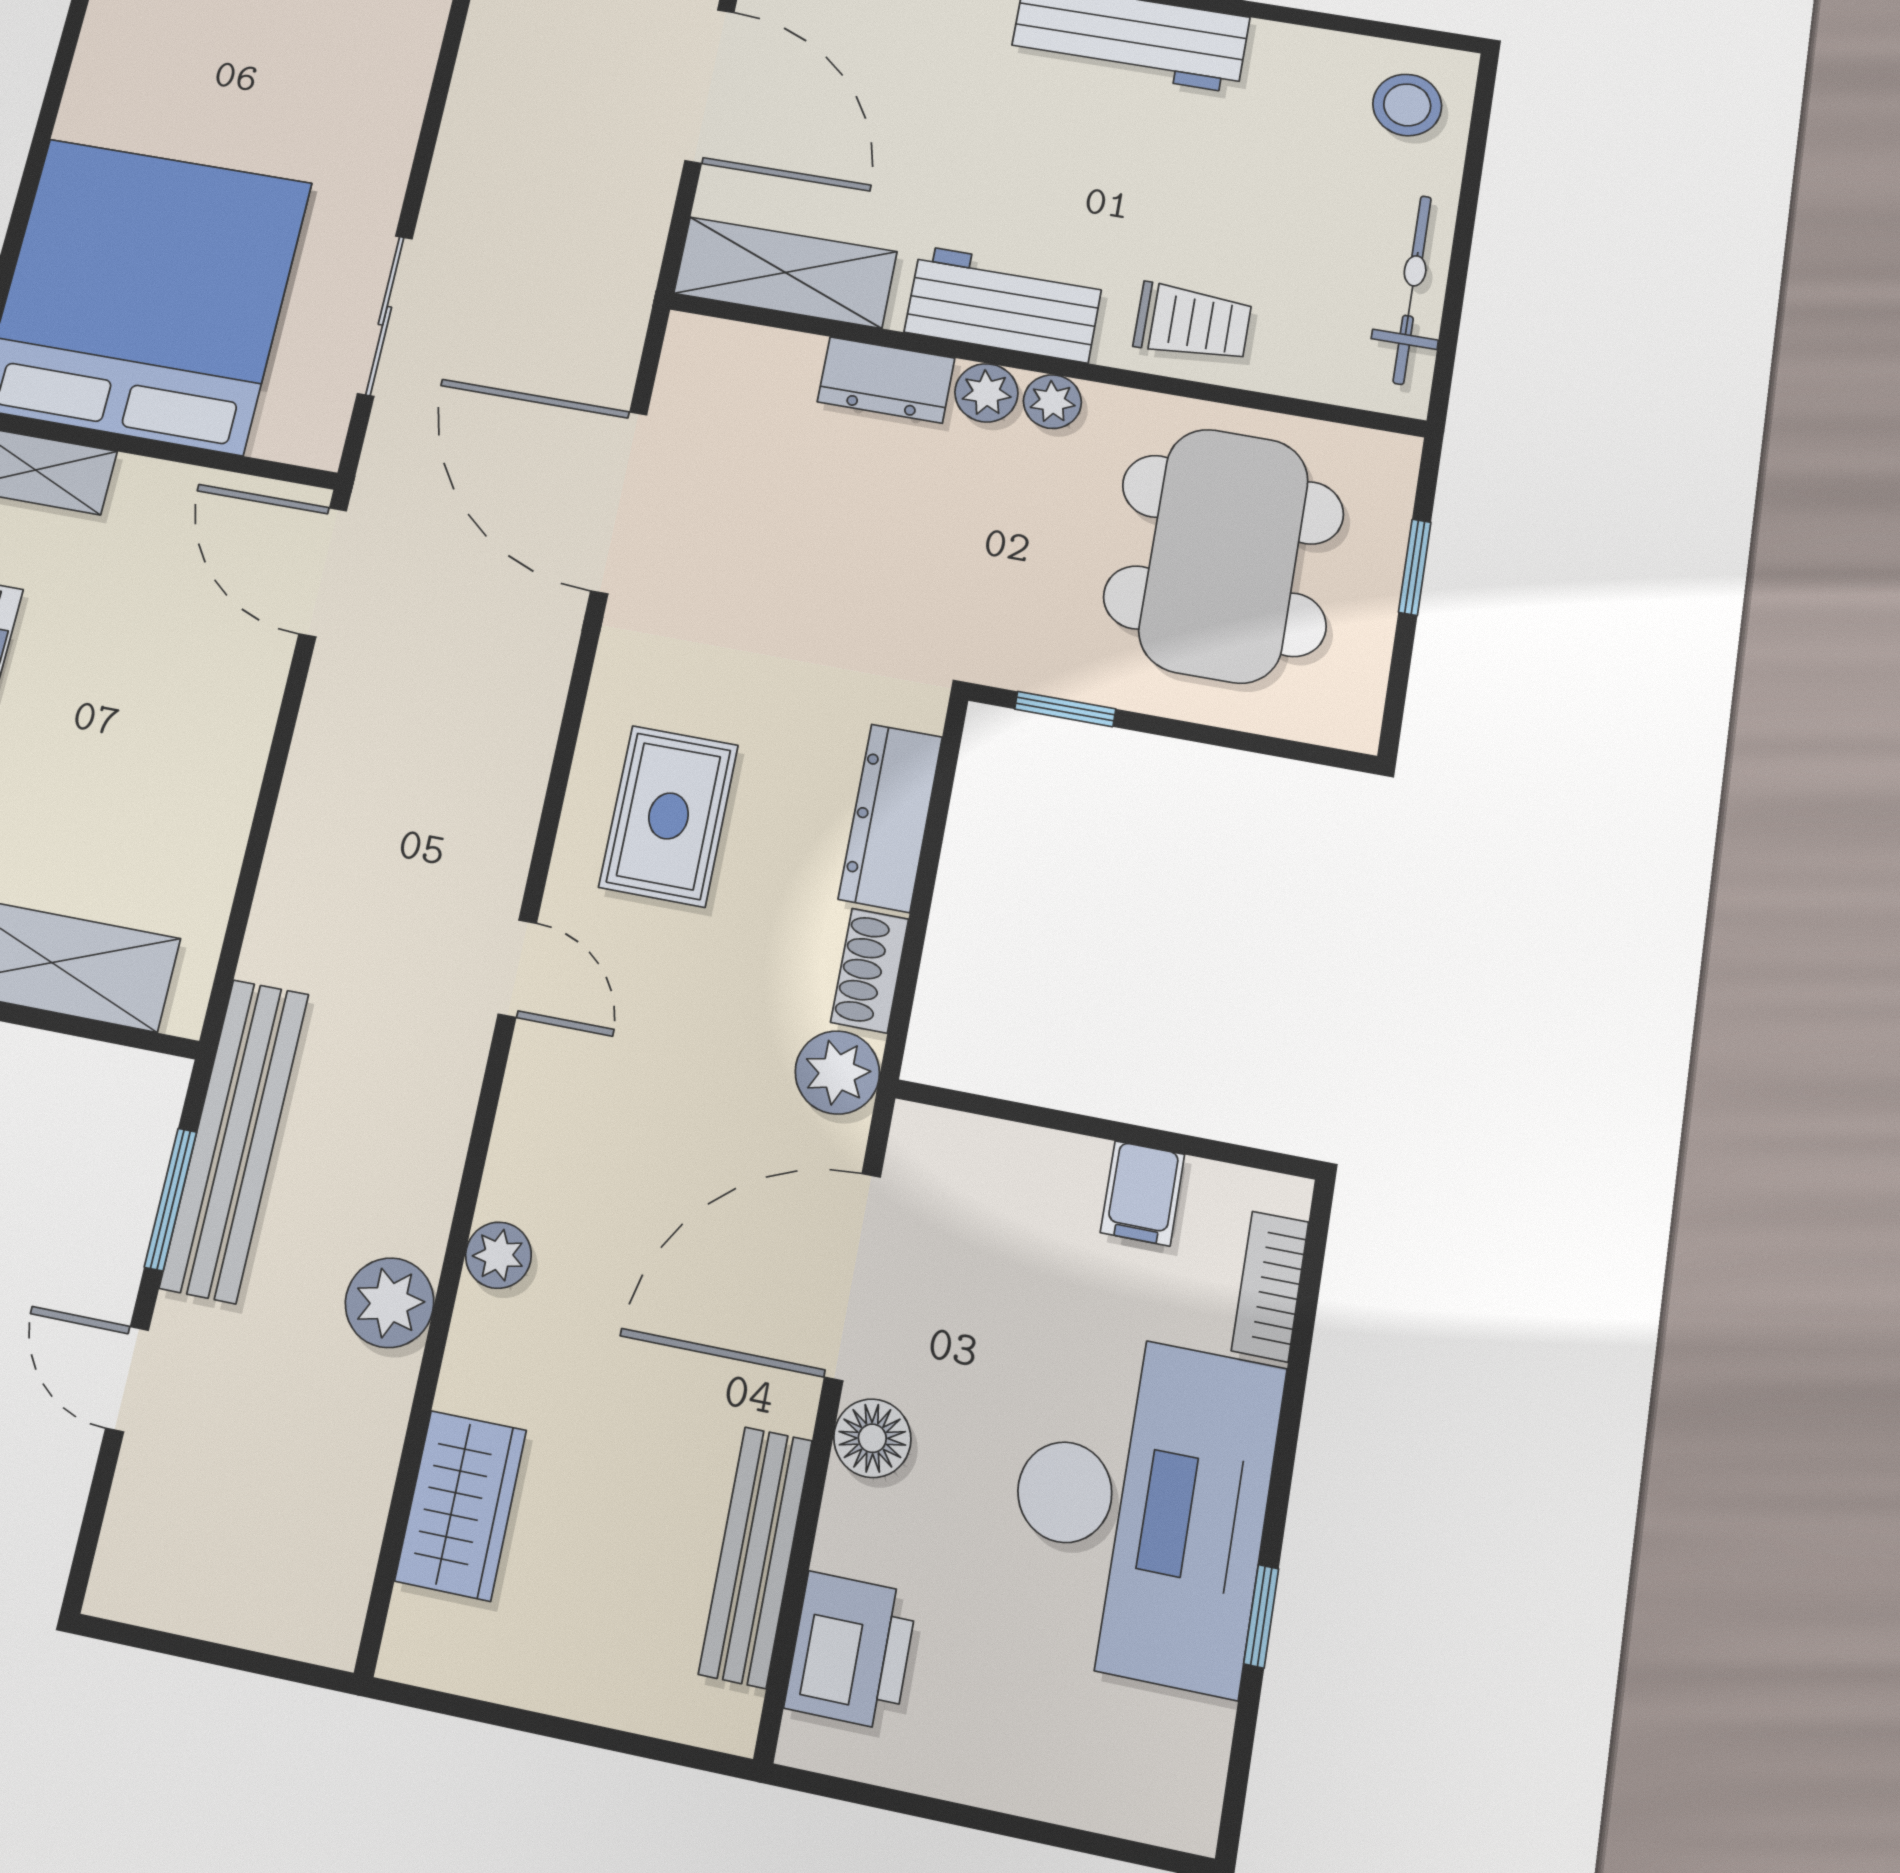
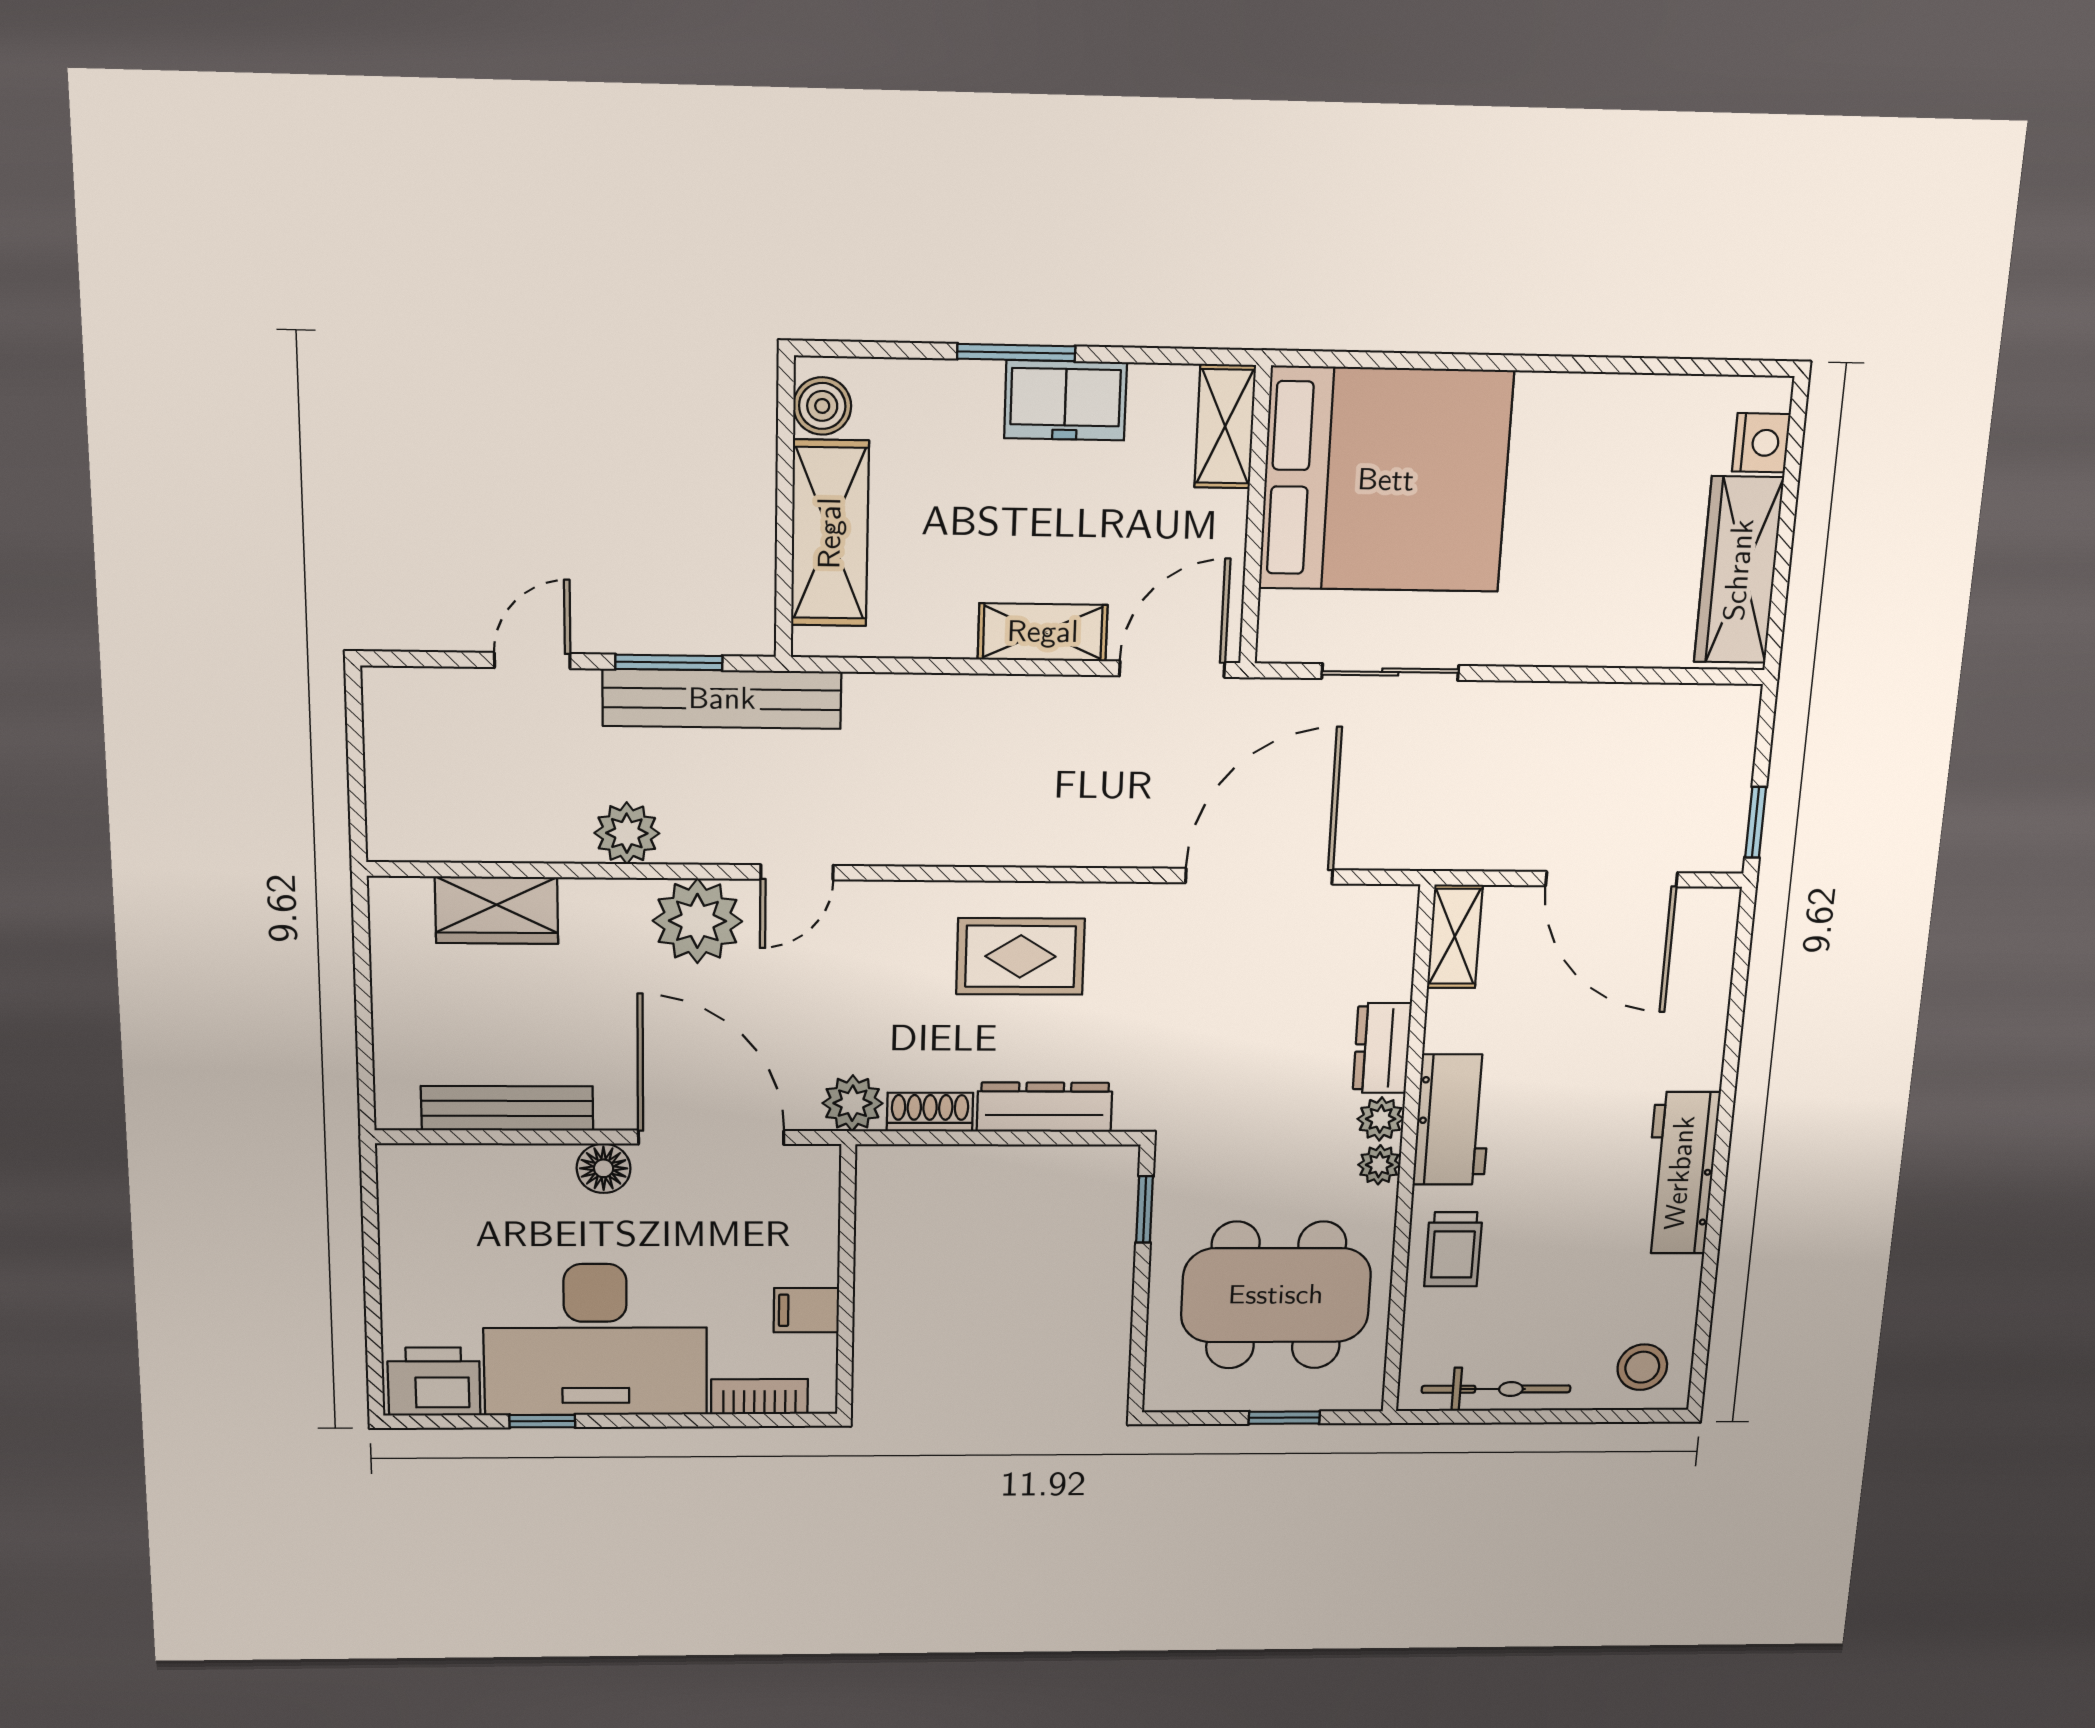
door: (710, 86) -> (1612, 879), hinge flipped
shelving: (785, 272) -> (1455, 936), width x0.67, depth x0.75
shelving: (239, 722) -> (1043, 632), added
door: (517, 969) -> (797, 872), moved
plant: (498, 1255) -> (697, 921), width x1.88, depth x1.88
printer: (851, 1651) -> (434, 1382), moved, turned 180

